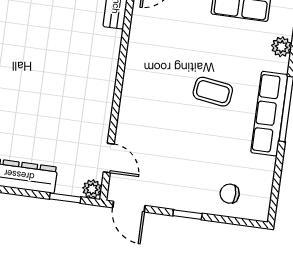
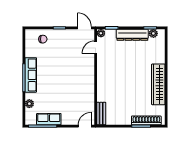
coffee table: (213, 92) -> (56, 81), removed
door: (109, 158) -> (96, 47), hinge flipped

